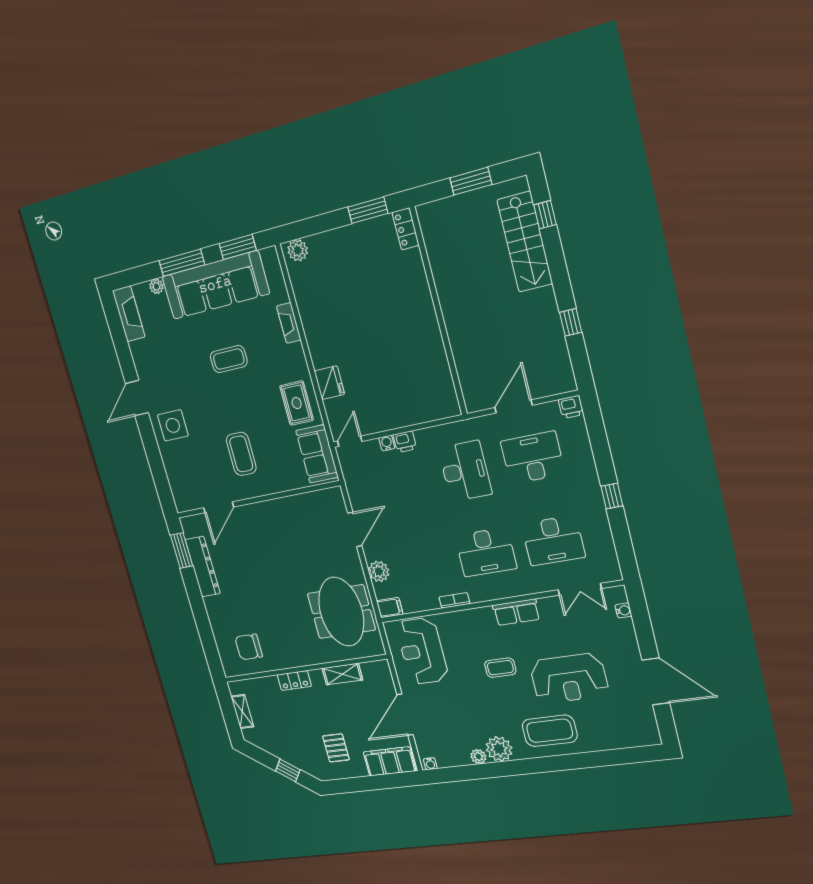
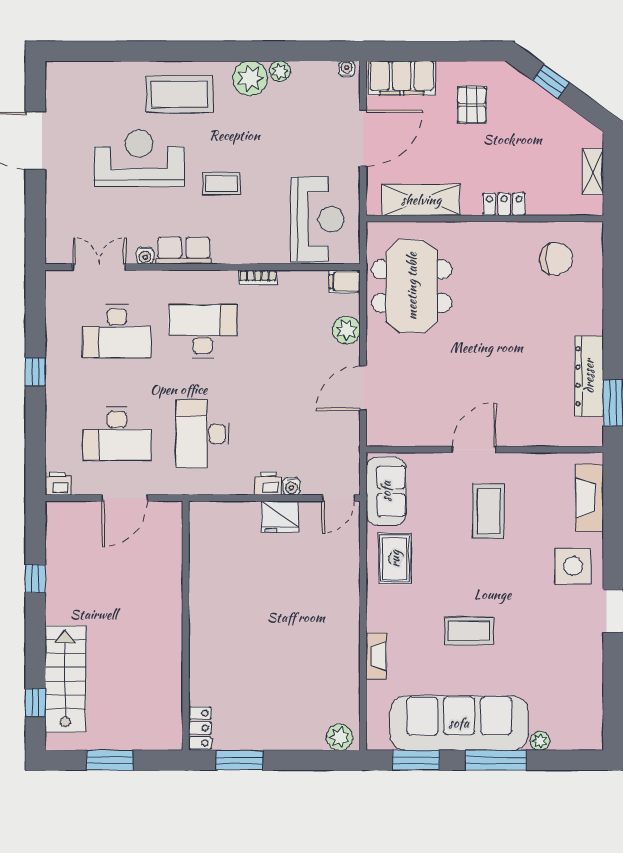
fireplace: (129, 314) -> (590, 498), moved
fridge: (329, 383) -> (280, 517), moved, turned -90
door: (219, 507) -> (474, 449), moved
desk: (553, 541) -> (117, 331), turned 180
water cooler: (623, 611) -> (145, 256), moved, turned -90
shelving: (342, 674) -> (421, 200), width x1.50, depth x1.33

